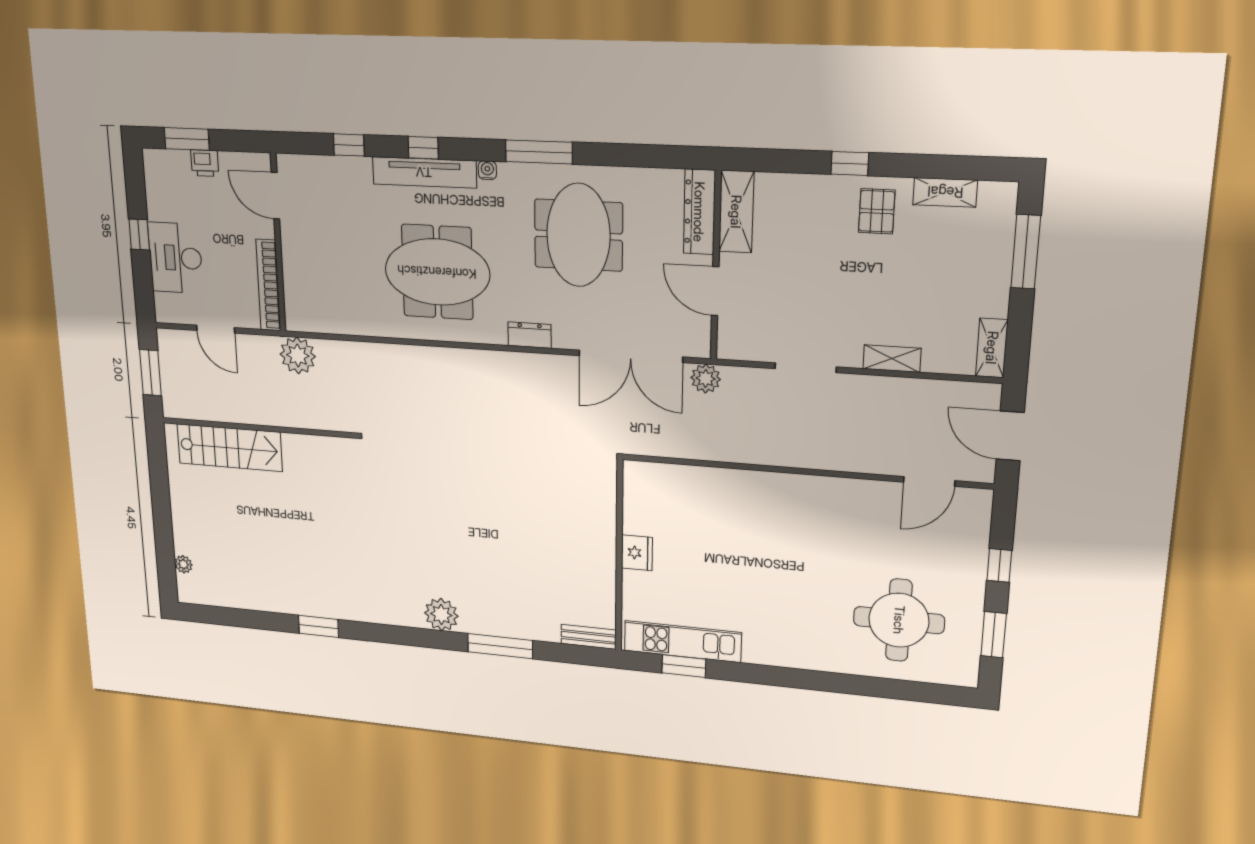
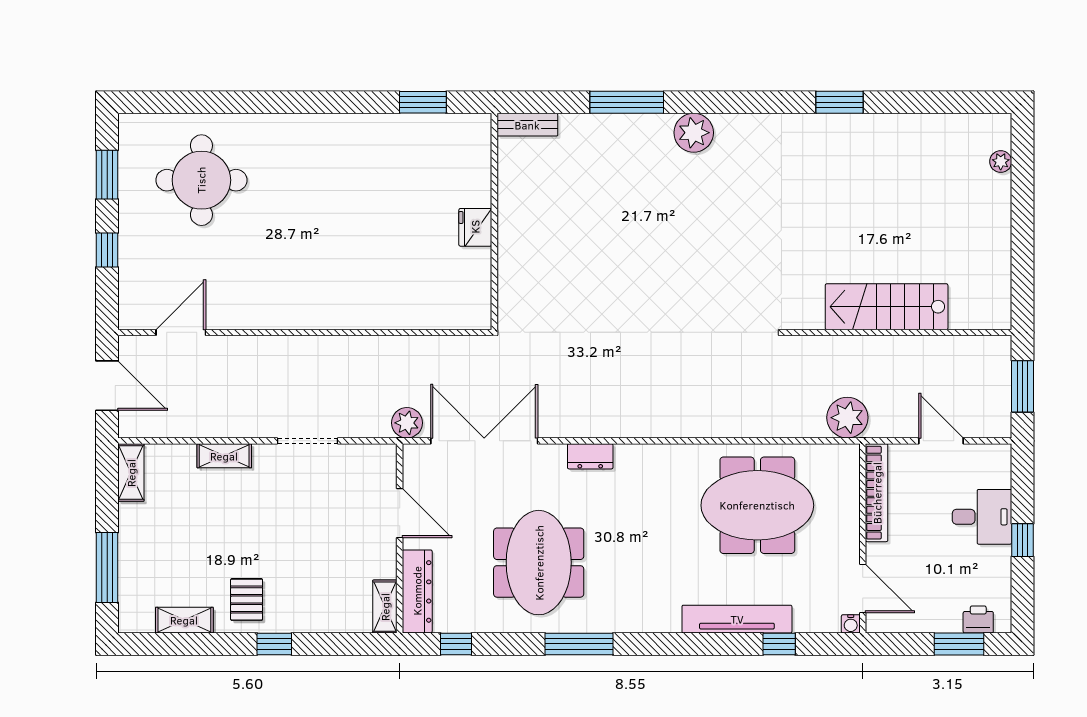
window: (423, 148) -> (456, 644), moved
printer: (205, 163) -> (978, 620), moved
water cooler: (487, 170) -> (851, 624), moved
tv unit: (424, 172) -> (737, 619), moved
shelving: (736, 212) -> (385, 607), width x0.67, depth x0.75
desk: (175, 258) -> (982, 517), width x0.73
meeting table: (437, 272) -> (757, 505), moved
stairs: (230, 448) -> (887, 307), moved
kitchen unit: (683, 642) -> (425, 131), removed

